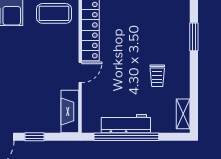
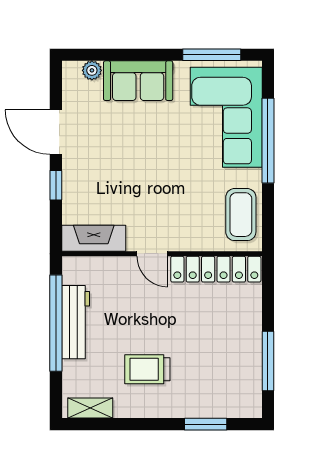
trolley: (157, 76) -> (147, 369), width x1.36, depth x1.39

